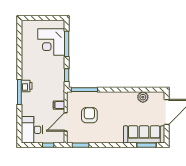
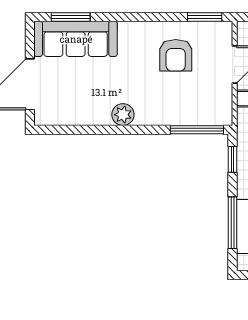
plant: (143, 97) -> (123, 115), moved
armchair: (89, 115) -> (176, 55), moved

